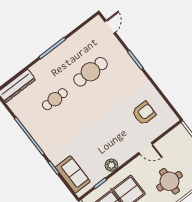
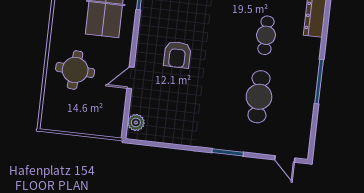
armchair: (144, 113) -> (177, 55), moved
plant: (111, 165) -> (136, 122), moved

